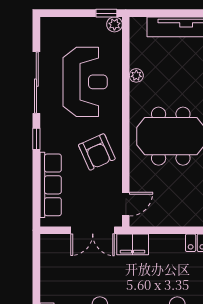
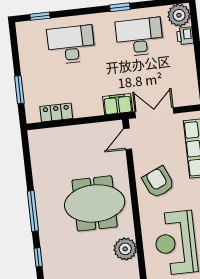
plant: (136, 75) -> (125, 249), width x1.87, depth x1.87

